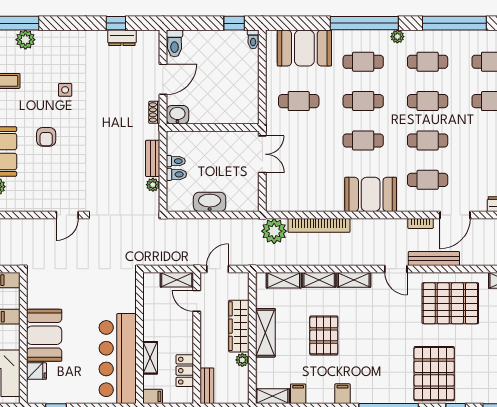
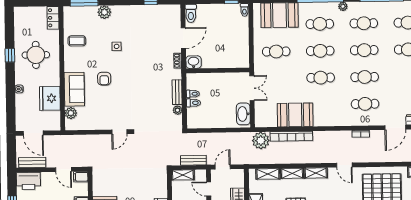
dresser: (122, 38) -> (155, 10), removed
plant: (25, 40) -> (104, 12), moved
booth: (371, 194) -> (295, 115), moved
washbasin: (210, 202) -> (243, 114), moved, turned -90
door: (455, 215) -> (395, 127), moved
bench: (434, 258) -> (193, 160), moved, width x0.73
shelving: (177, 280) -> (183, 175), moved

